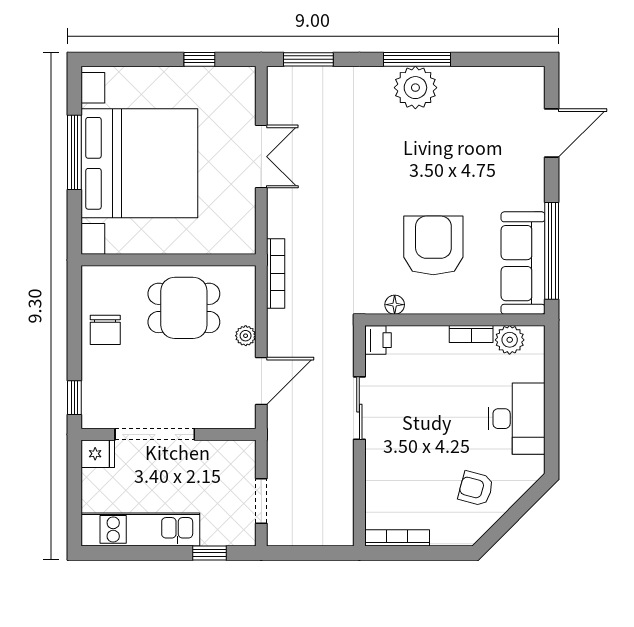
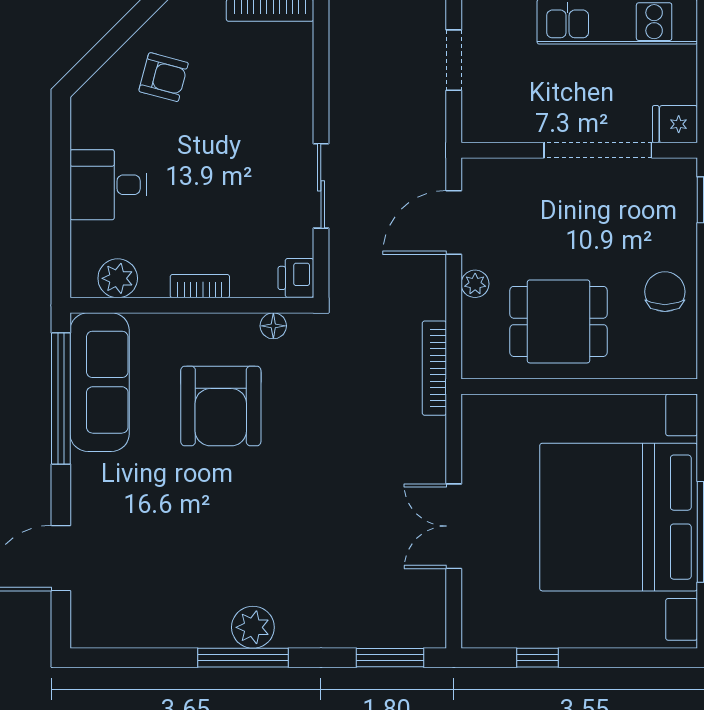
plant: (415, 88) -> (253, 627), width x0.73, depth x0.73
bookcase: (471, 334) -> (200, 286), moved
desk: (517, 419) -> (108, 185), width x0.73

